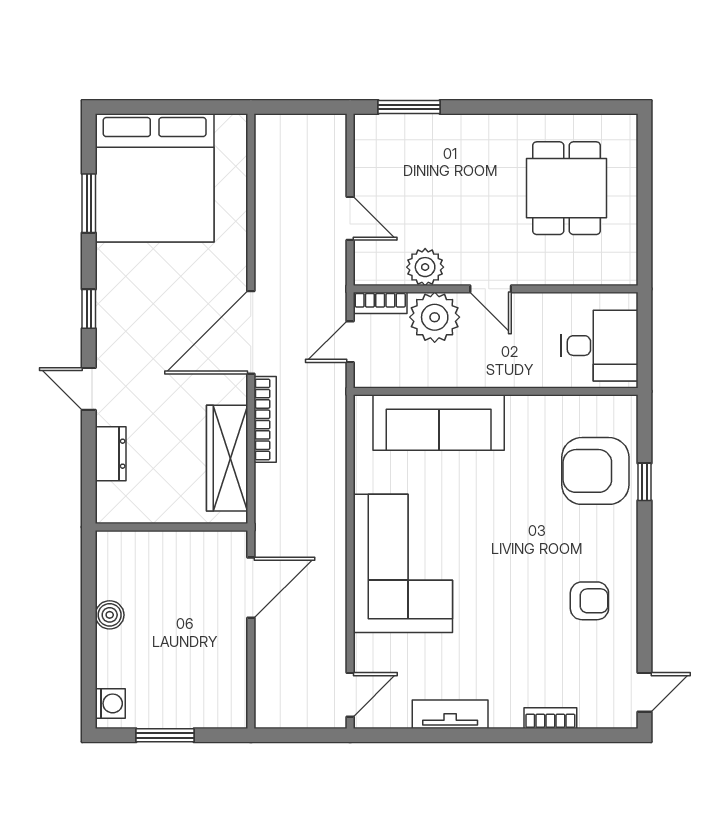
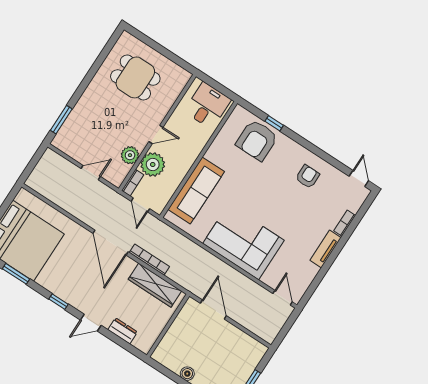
tv unit: (450, 714) -> (326, 249), moved

